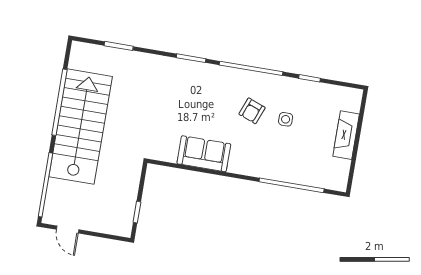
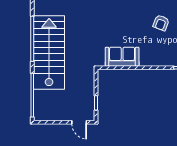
sofa: (204, 154) -> (122, 57), moved
door: (68, 230) -> (79, 122), moved

